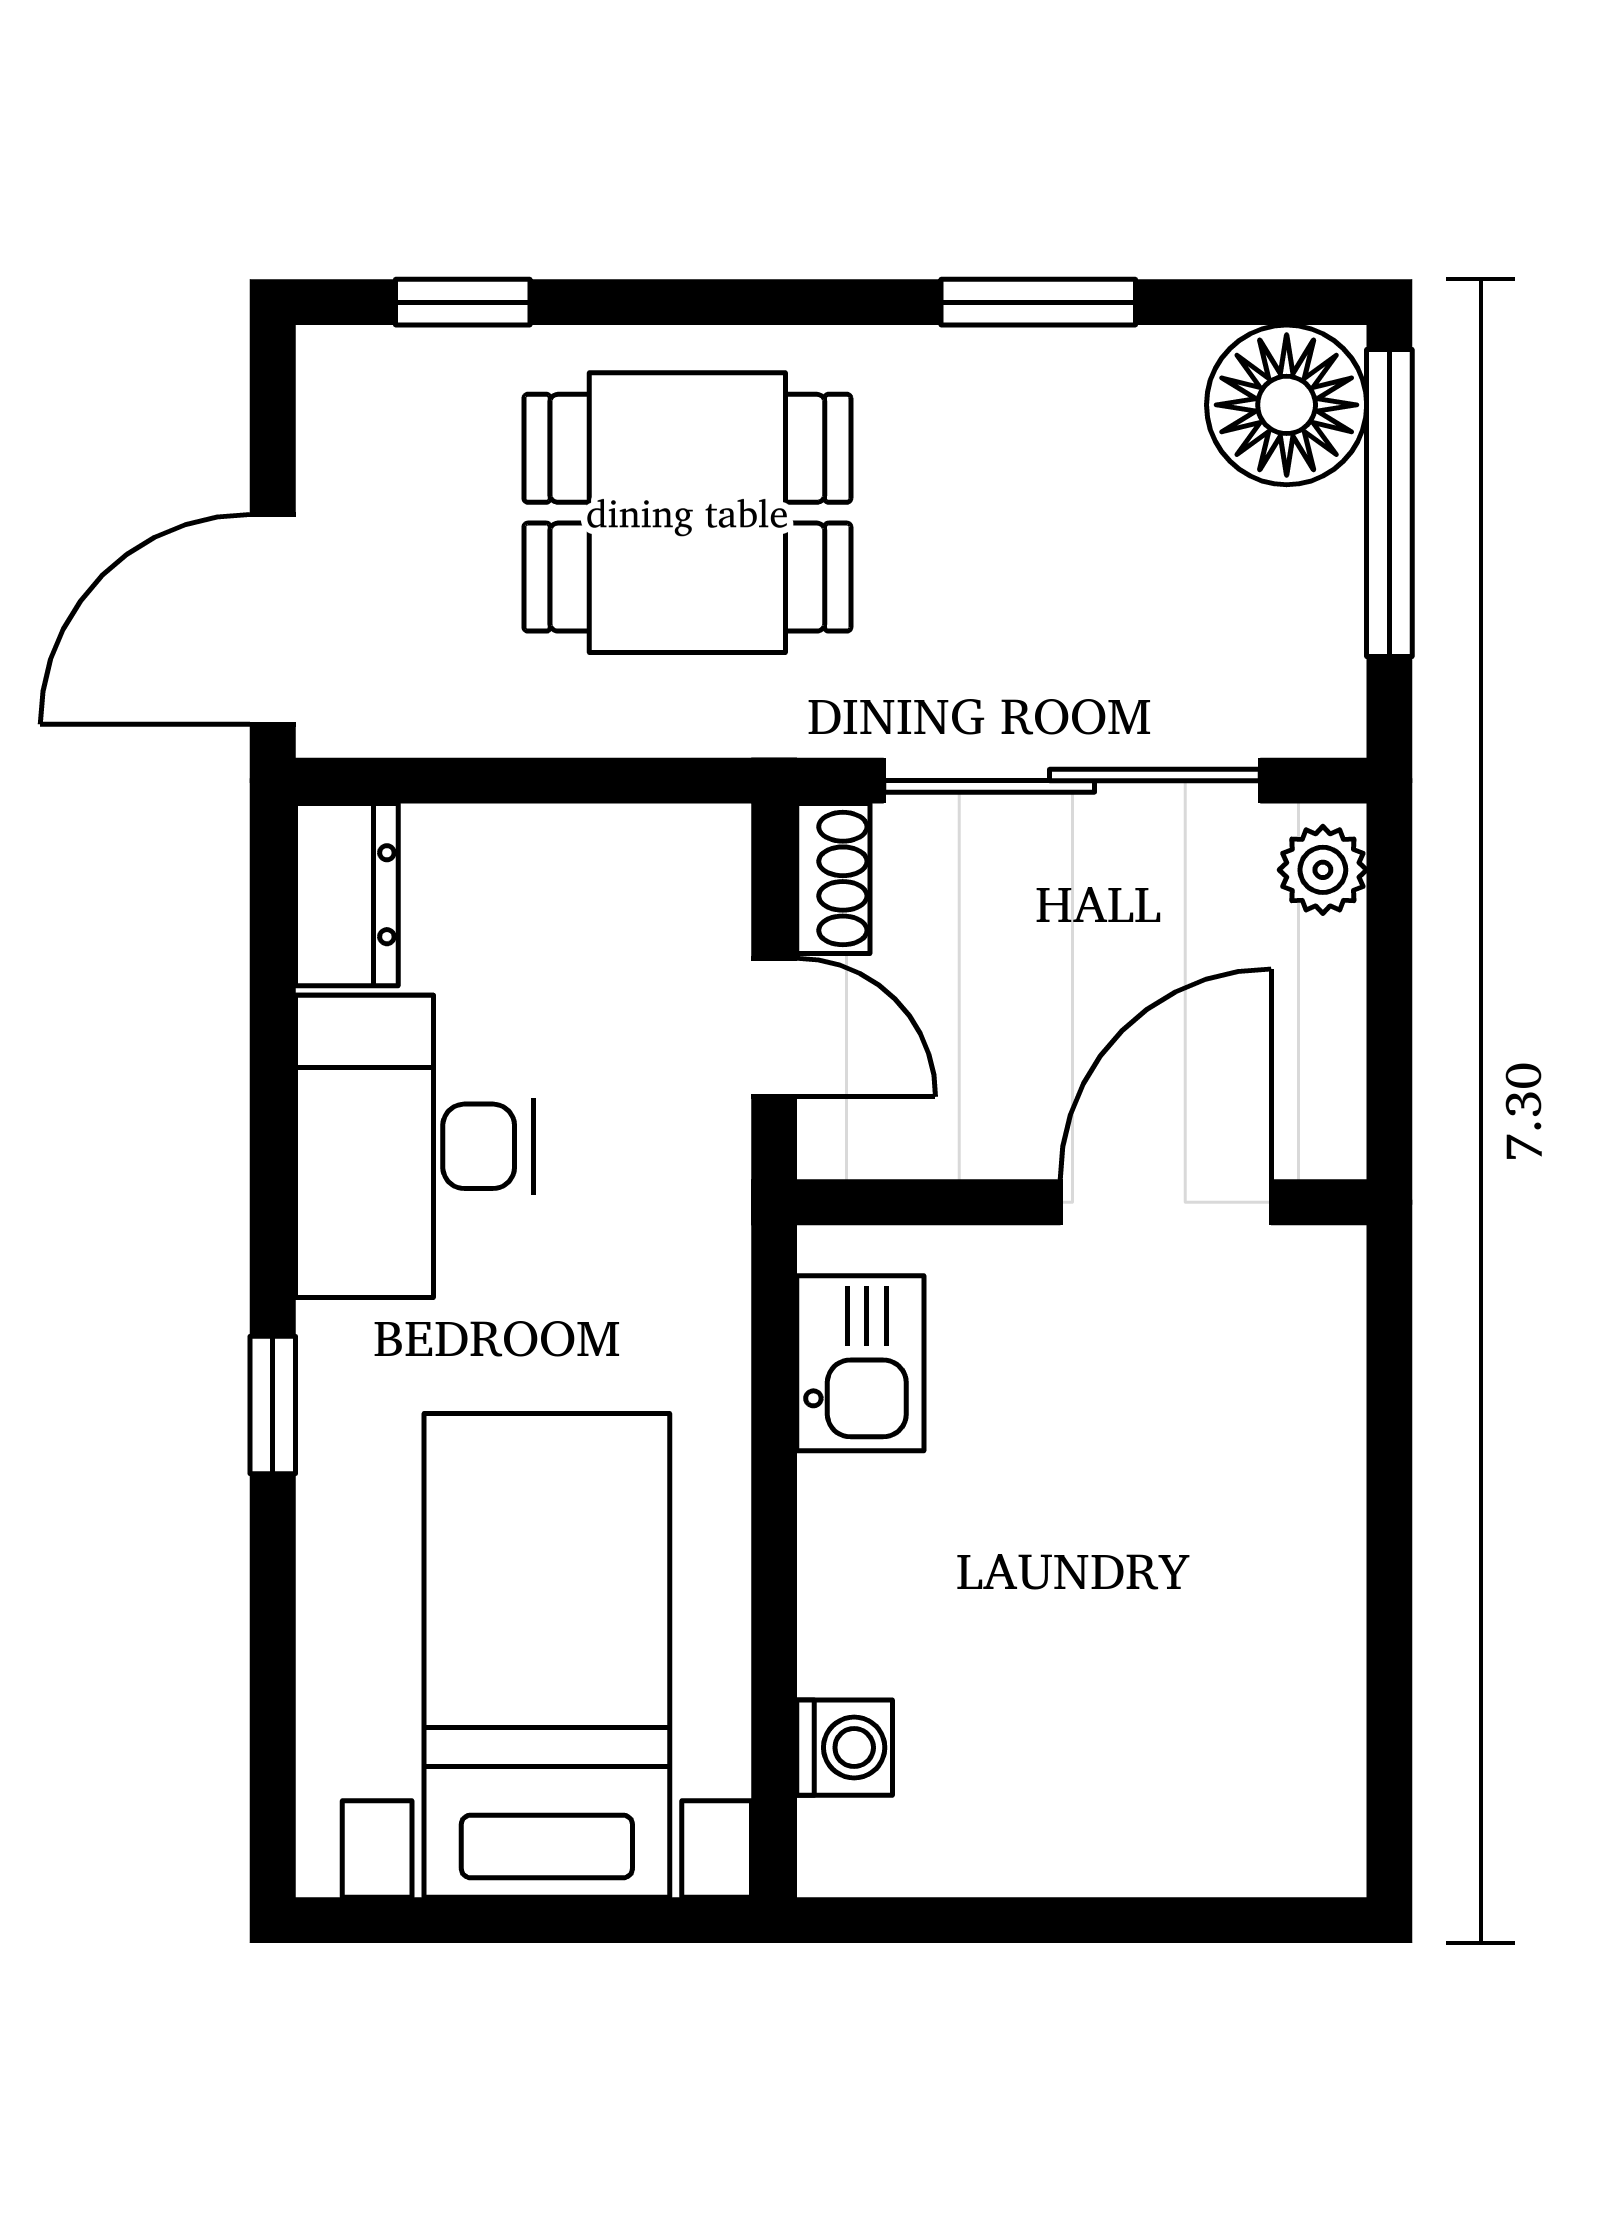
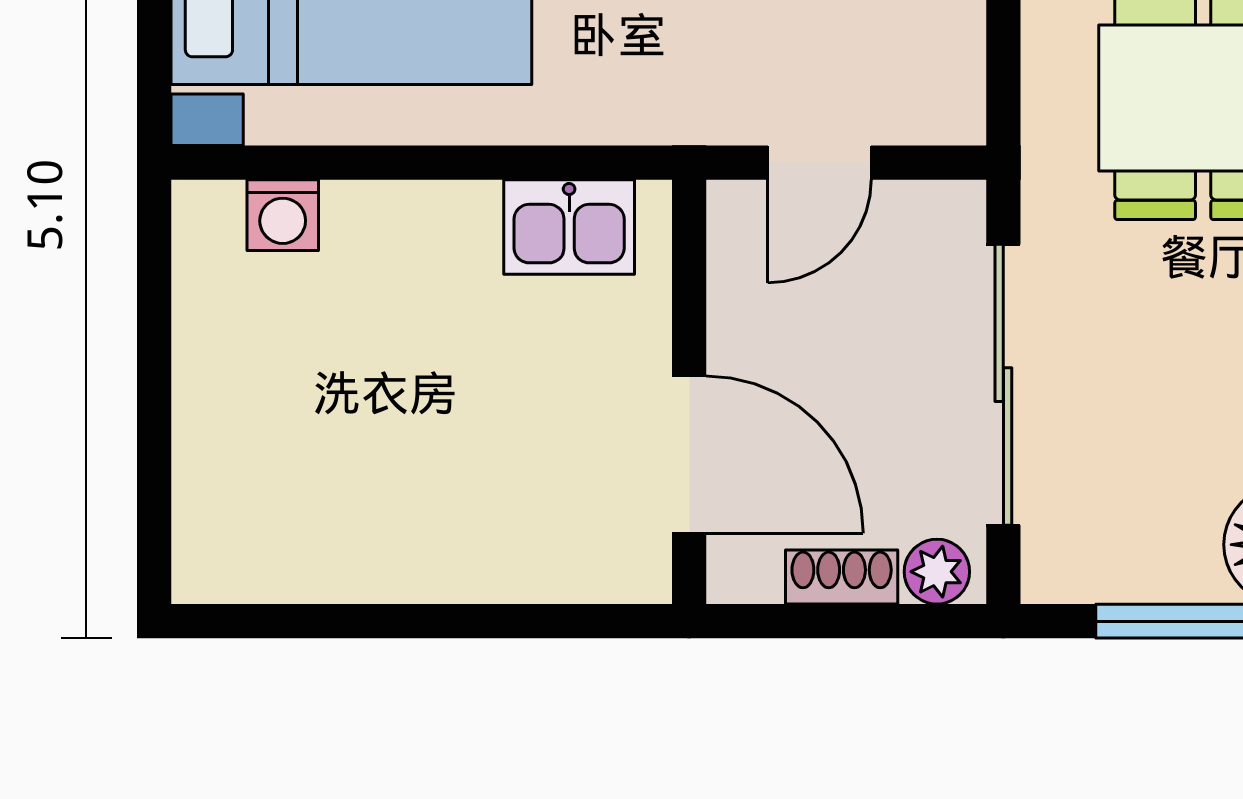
shoe rack: (833, 879) -> (842, 577), moved, turned 180

